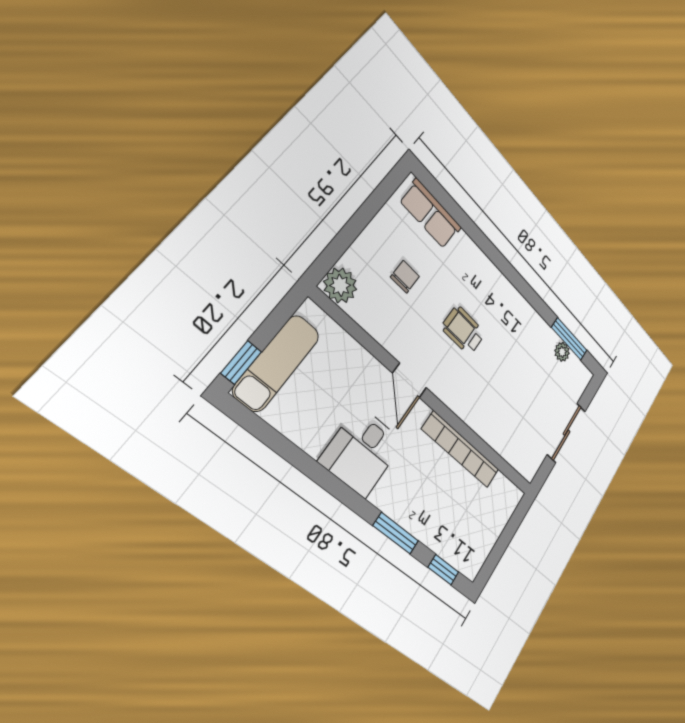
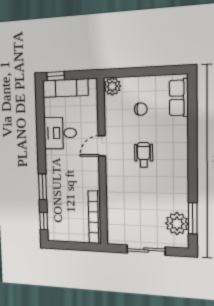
plant: (562, 352) -> (177, 224), width x1.88, depth x1.88
bookcase: (461, 450) -> (95, 217), moved
desk: (362, 451) -> (60, 133), moved

